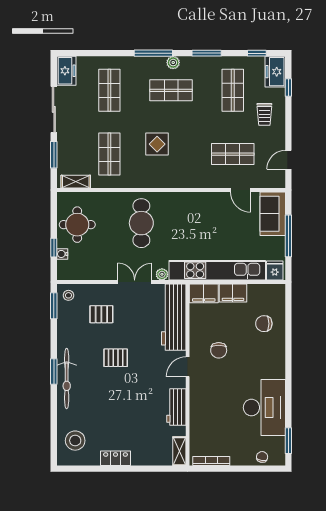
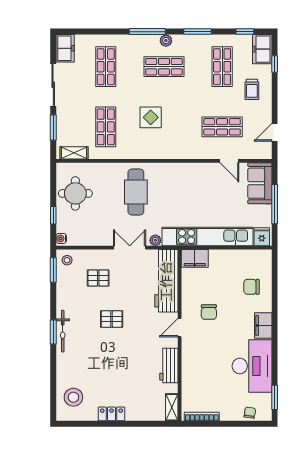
water cooler: (62, 254) -> (61, 238), moved
filing cabinet: (233, 293) -> (263, 325), moved, turned 90
bicycle: (67, 379) -> (63, 331), width x0.73, depth x0.71

